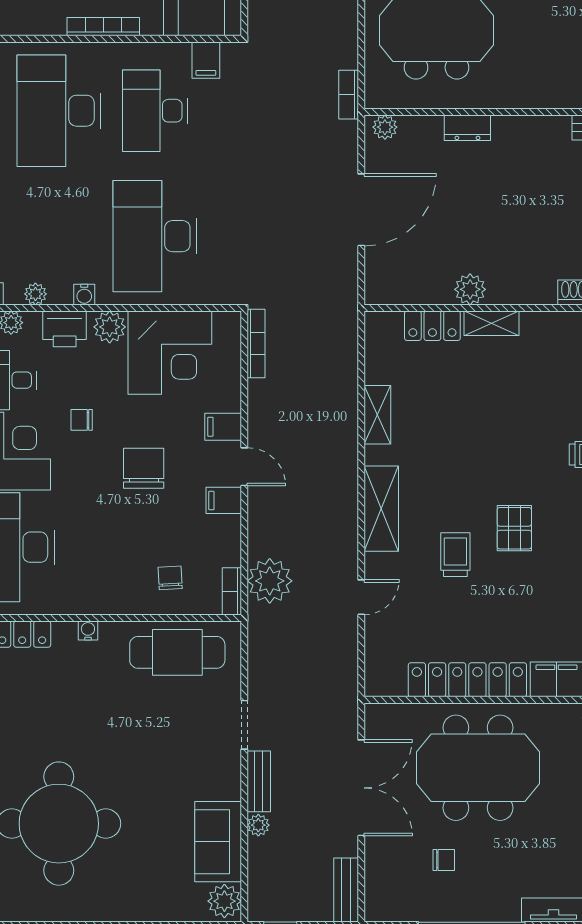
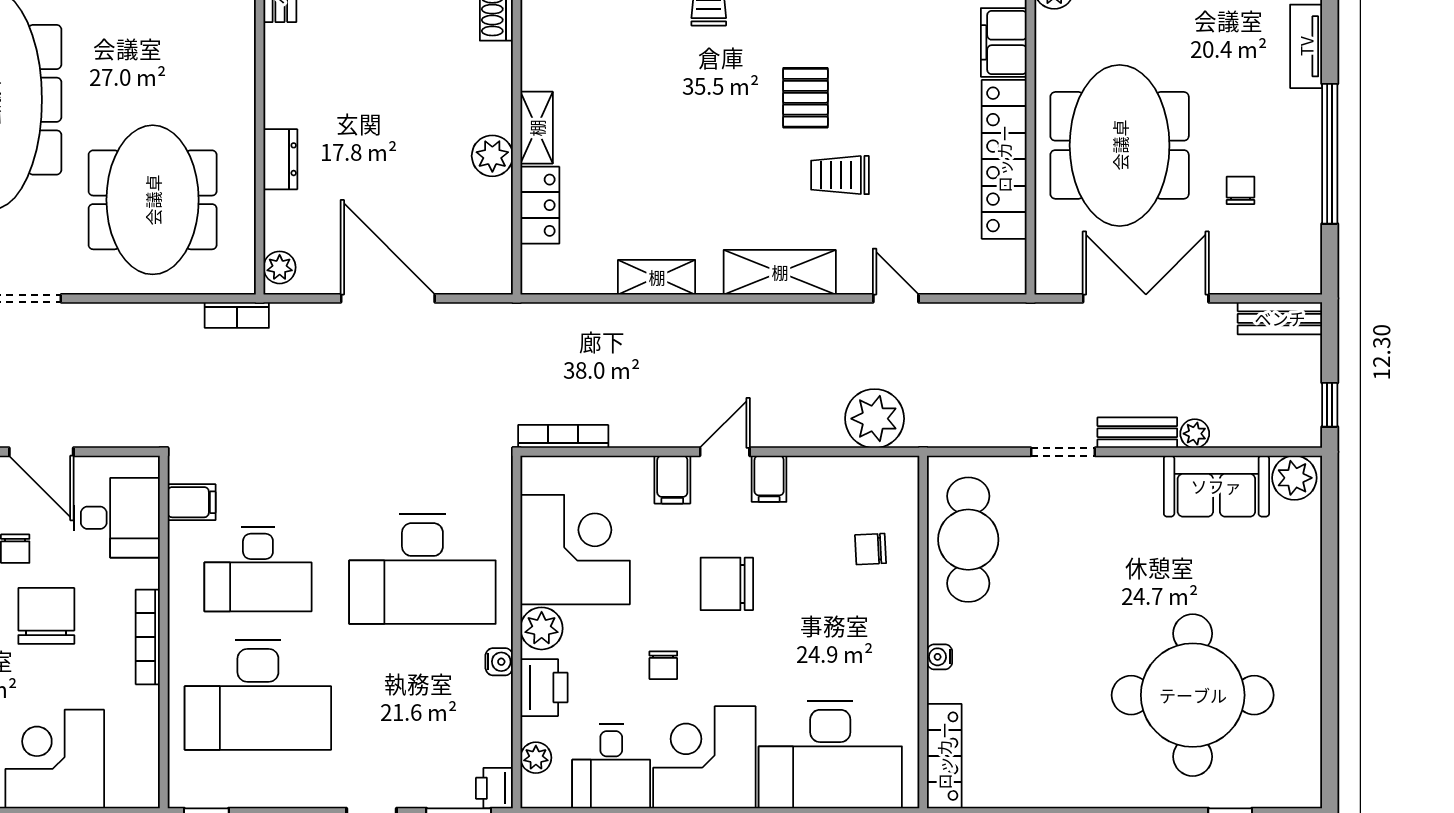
plant: (35, 294) -> (498, 726), removed
pallet: (514, 528) -> (805, 98), turned 90
bookcase: (232, 591) -> (888, 468), removed

